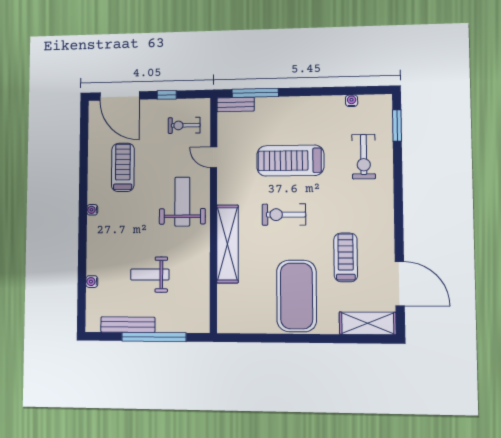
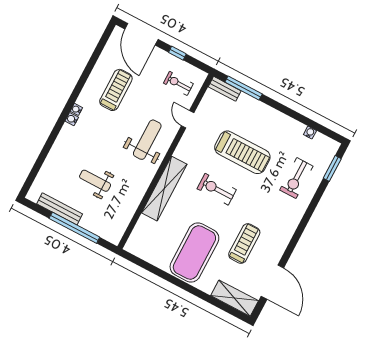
treadmill: (290, 161) -> (242, 152), turned 180
water cooler: (92, 282) -> (72, 119), moved

